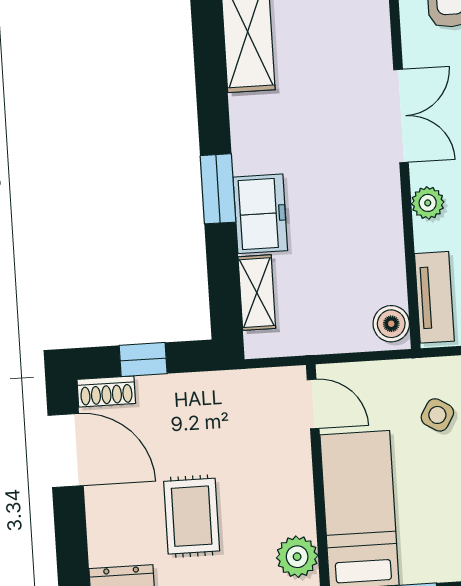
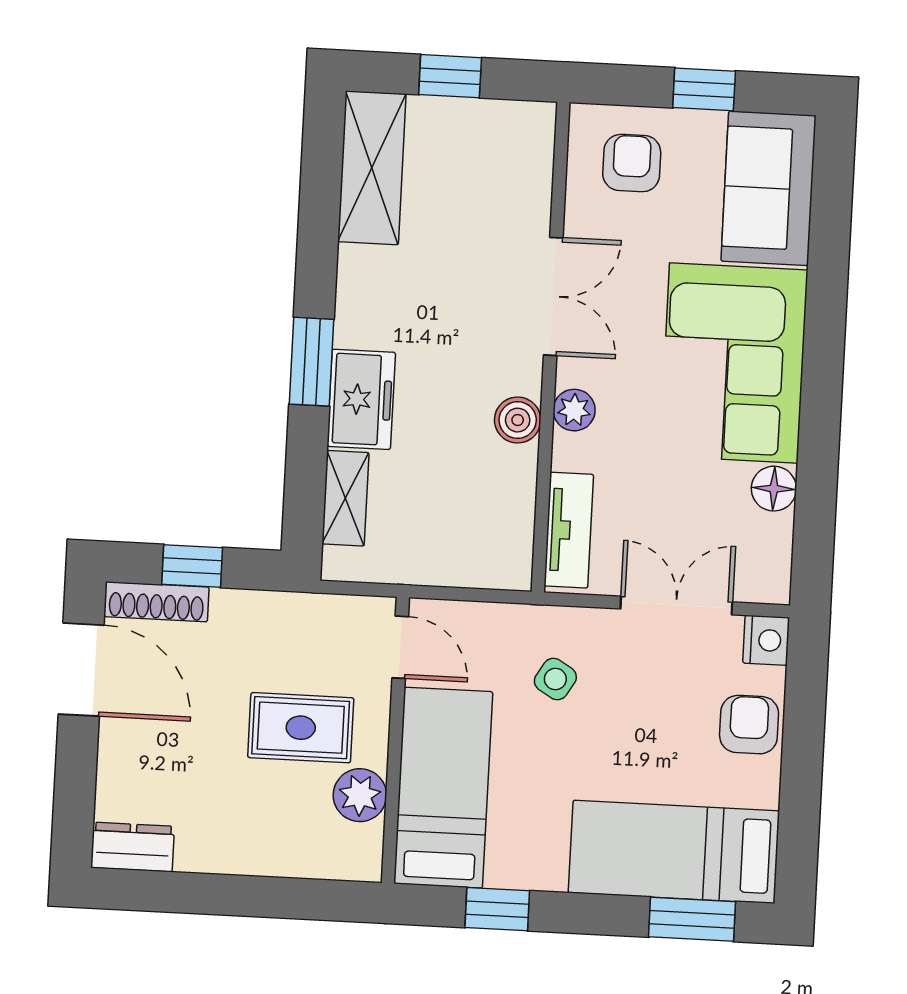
boiler: (391, 324) -> (518, 420), moved
shoe rack: (106, 391) -> (156, 602), width x1.43
rug: (192, 516) -> (301, 728), moved, turned 90
plant: (297, 557) -> (360, 795), moved

